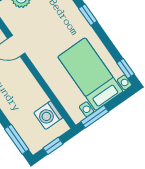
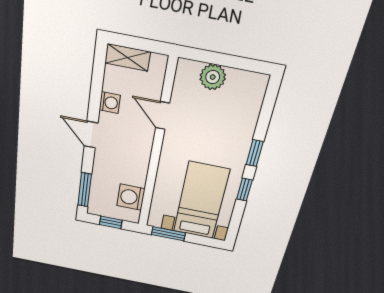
window: (126, 68) -> (244, 190), moved

